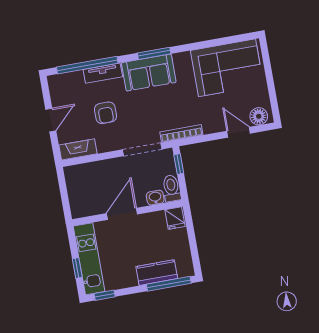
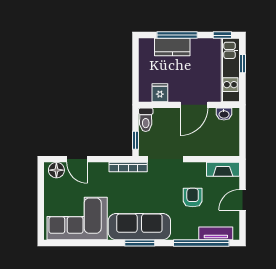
tv unit: (103, 73) -> (216, 233), moved
sofa: (149, 73) -> (139, 227), width x1.36
washbasin: (155, 198) -> (224, 114), moved
fridge: (175, 218) -> (160, 93), moved
window: (169, 284) -> (177, 35), moved

